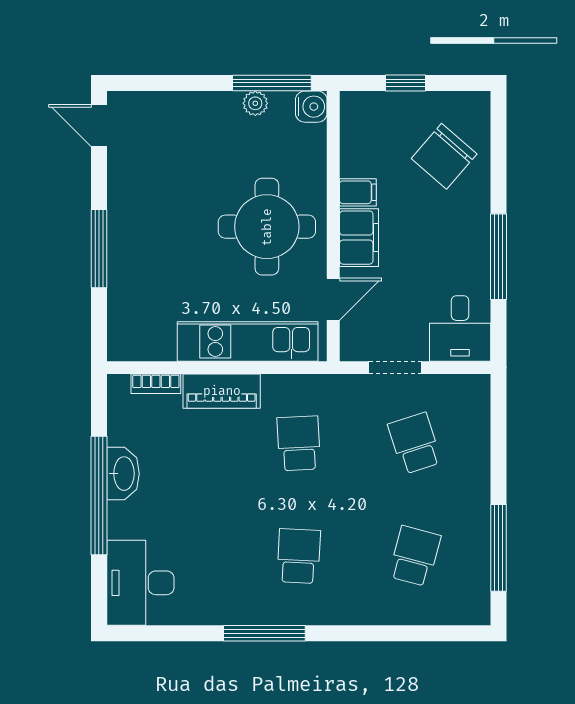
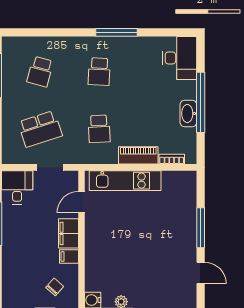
door: (99, 126) -> (201, 273), moved
chair: (444, 156) -> (55, 287), moved, width x0.54, depth x0.54
round table: (267, 227) -> (115, 239), removed
school desk: (415, 443) -> (40, 129), width x1.85

